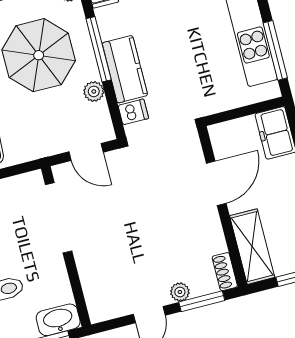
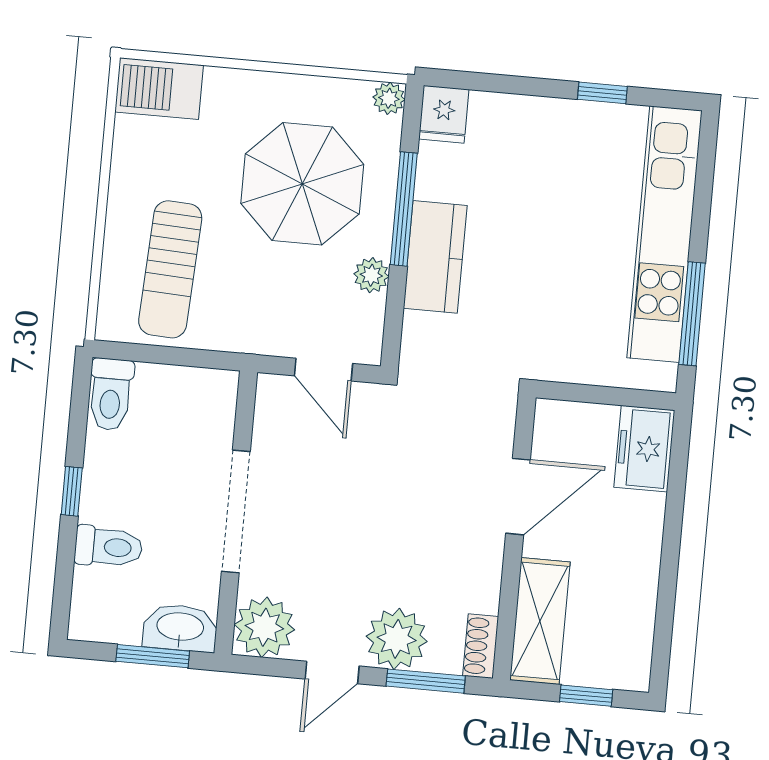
dishwasher: (133, 112) -> (424, 332), removed
doorway: (59, 218) -> (236, 511), moved
plant: (180, 292) -> (397, 639), width x1.87, depth x1.87
plant: (104, 303) -> (264, 627), added

